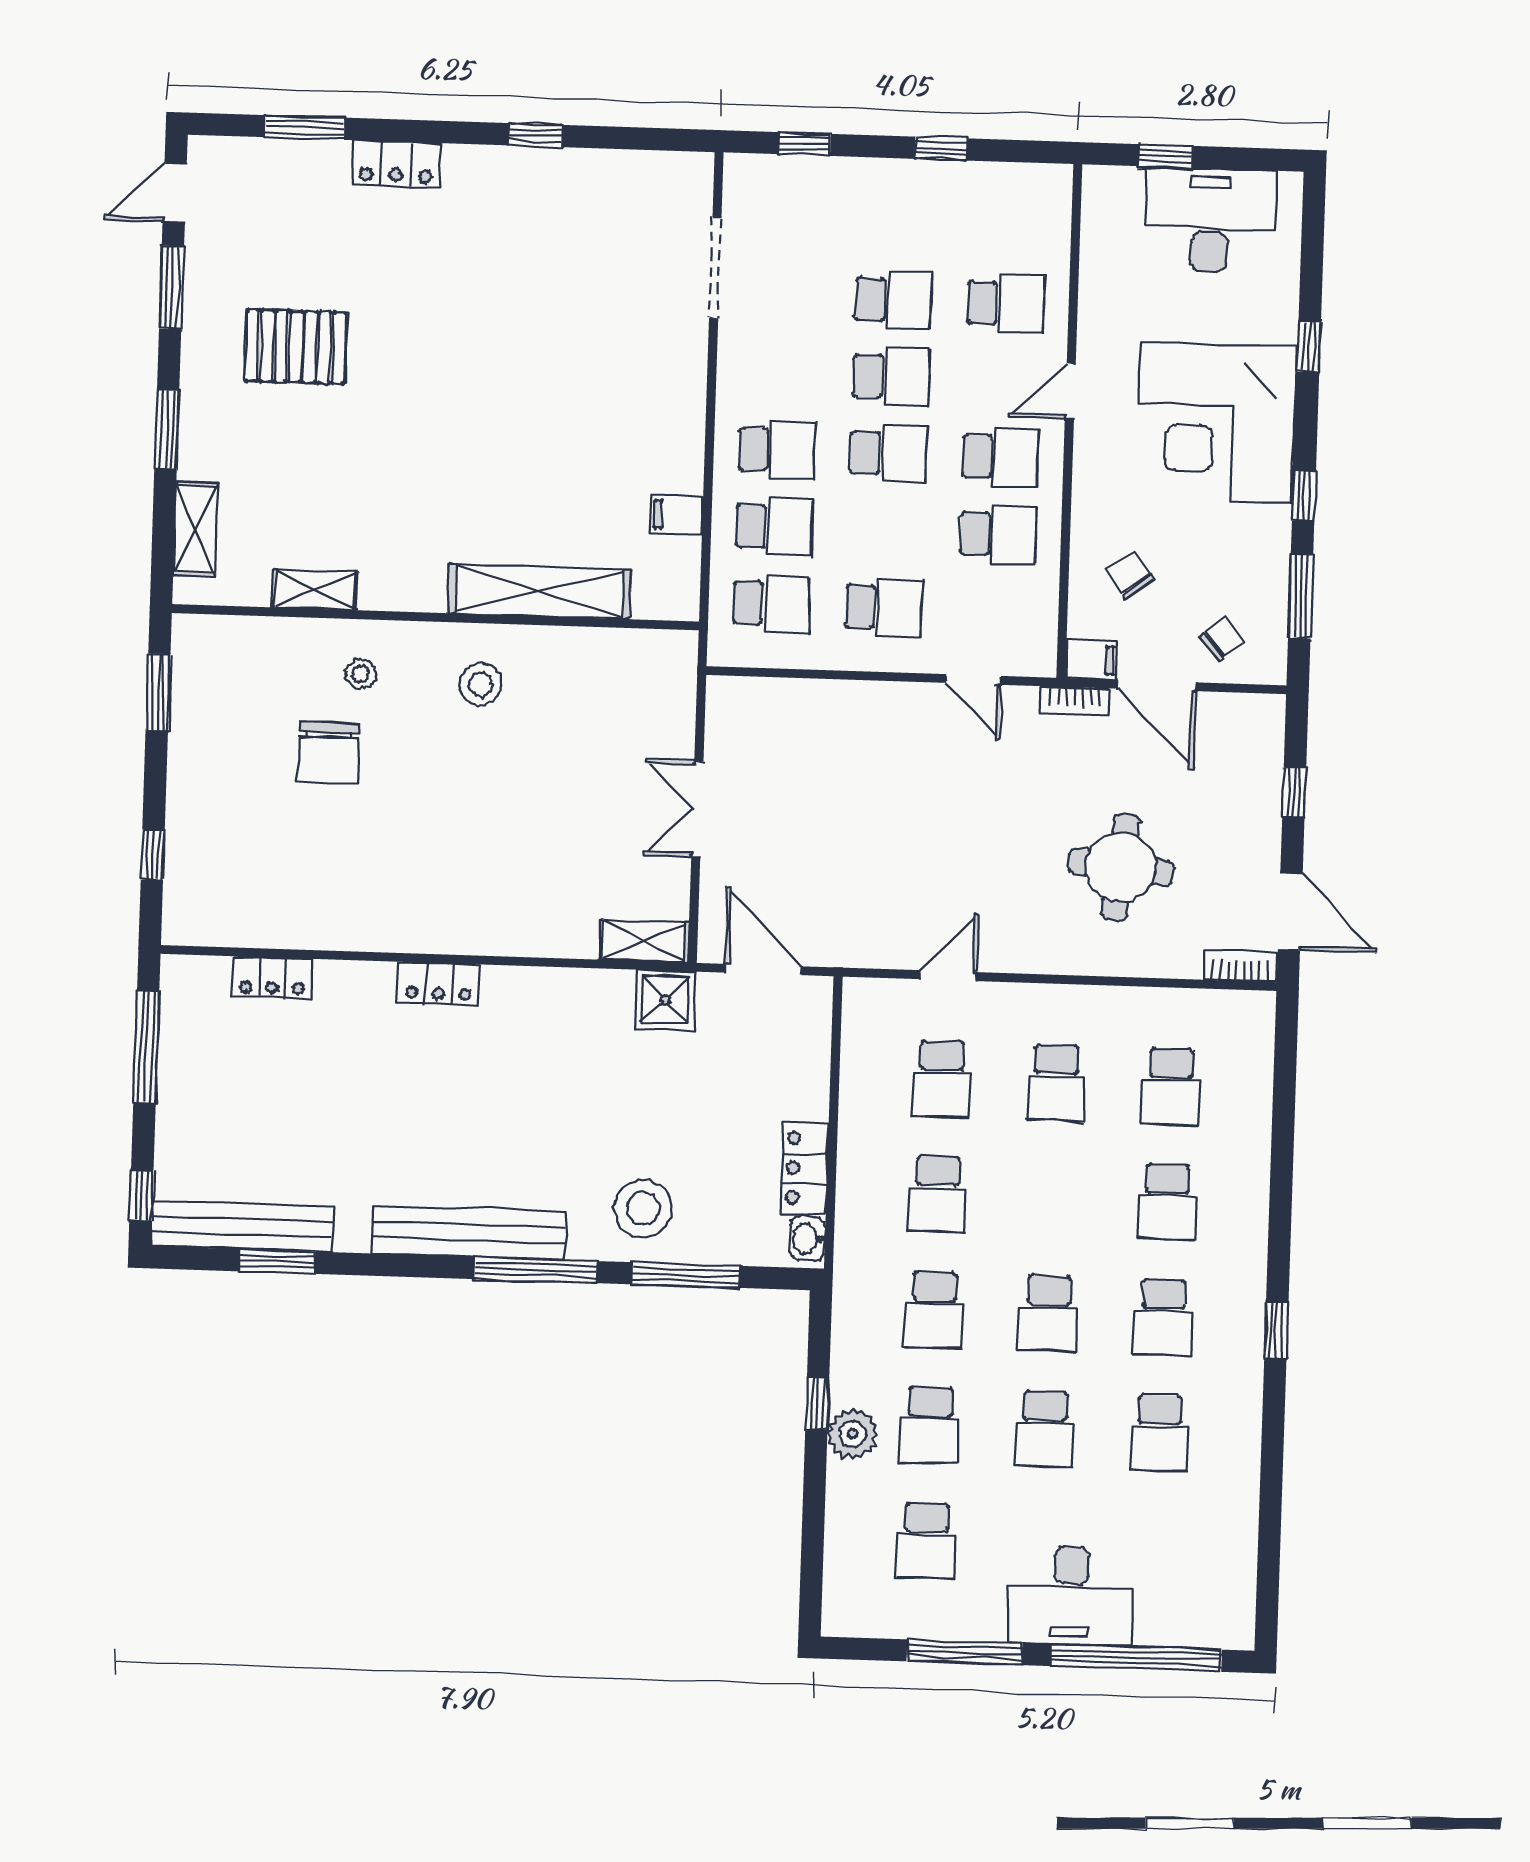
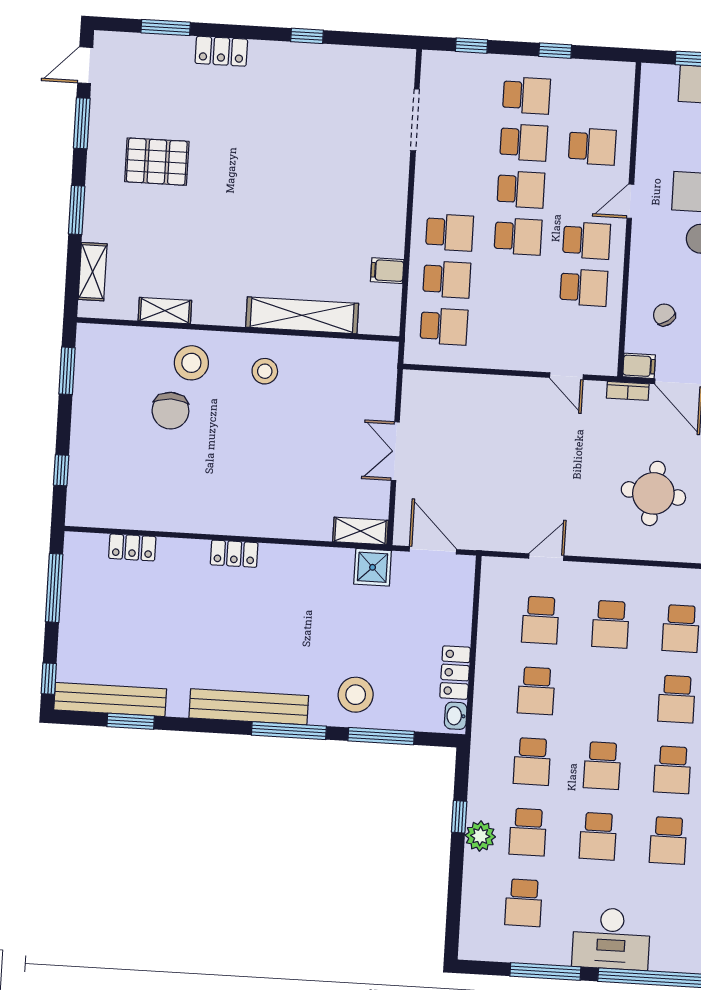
school desk: (884, 607) -> (526, 95), moved
stool: (361, 674) -> (191, 363), width x1.89, depth x1.89

